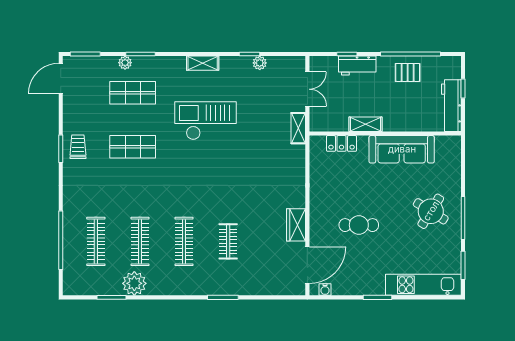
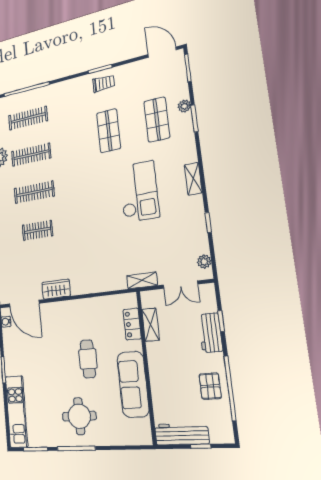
plant: (260, 63) -> (204, 262), moved
shelving: (365, 124) -> (151, 325), moved
round table: (431, 211) -> (79, 416), turned -32
cafe table: (359, 225) -> (88, 359), moved

